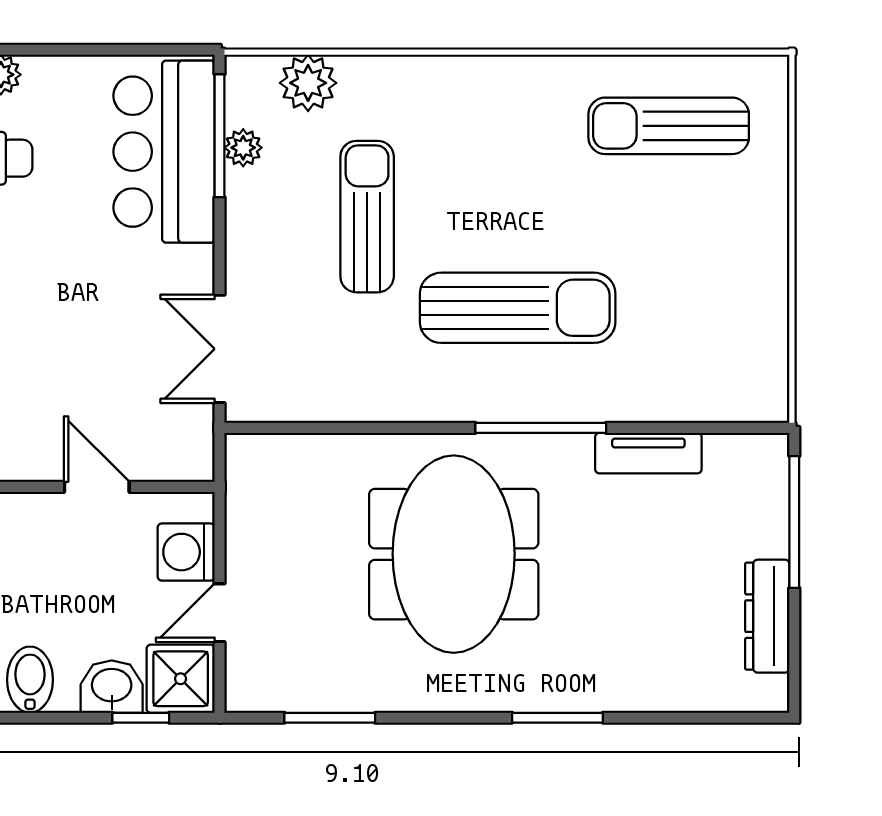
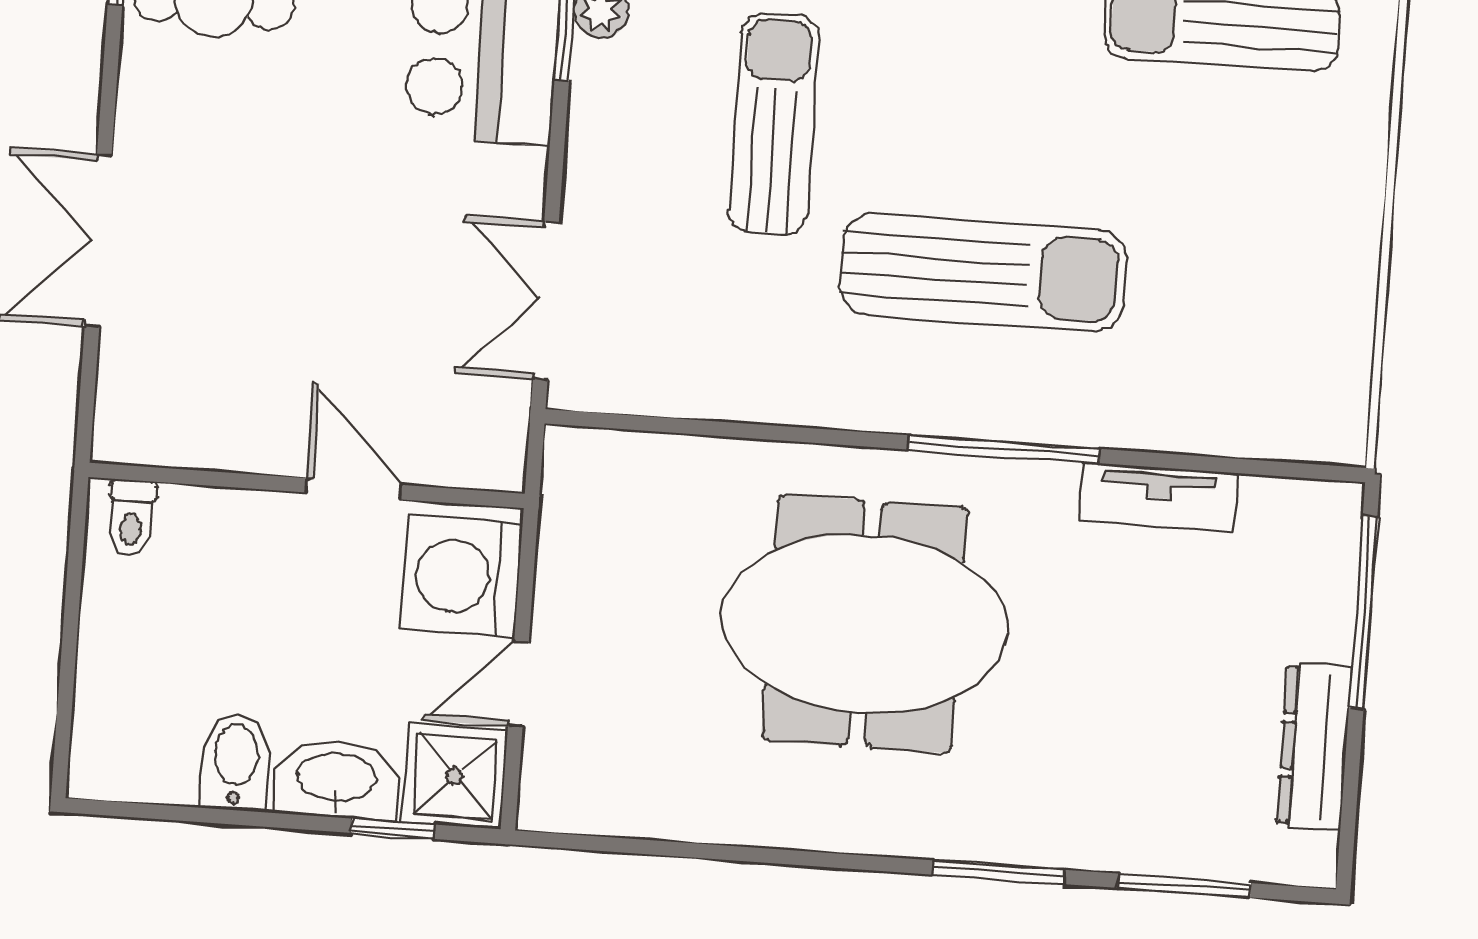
washing machine: (186, 552) -> (462, 576), width x1.37, depth x1.37
meeting table: (454, 554) -> (865, 624), turned 90
washbasin: (112, 687) -> (337, 779), width x1.38
window: (330, 718) -> (1185, 886), moved

